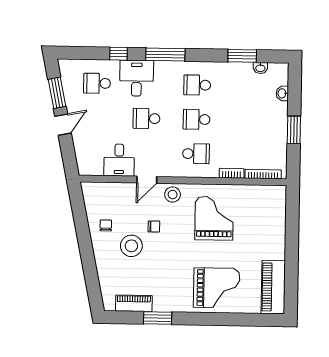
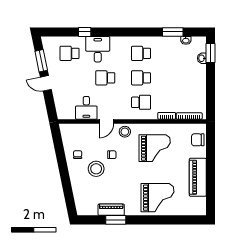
window: (165, 54) -> (118, 32), removed
door: (63, 125) -> (46, 83), swing flipped
window: (294, 130) -> (210, 53), moved
chair: (275, 208) -> (198, 140), added
grand piano: (214, 218) -> (155, 148), turned 90
piano: (273, 287) -> (198, 177), moved
piano: (134, 303) -> (111, 210), moved

